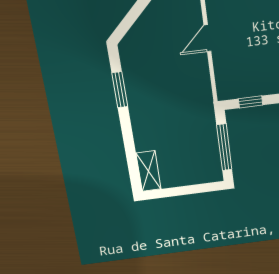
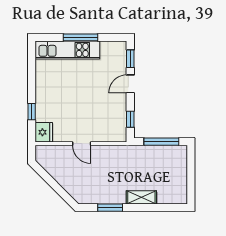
shelving: (148, 171) -> (141, 197), moved

